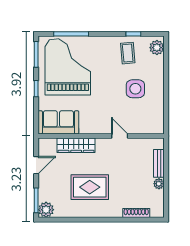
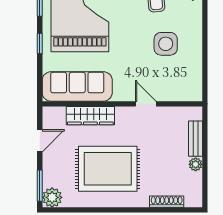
sofa: (58, 122) -> (77, 86), width x1.36
rug: (90, 187) -> (108, 169), width x1.37, depth x1.44

